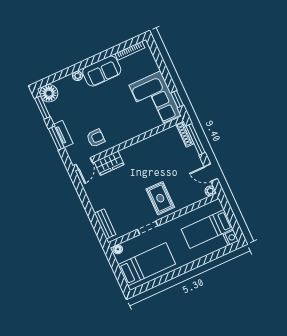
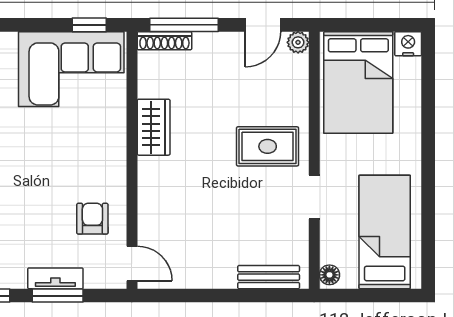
wardrobe: (109, 163) -> (154, 127), moved
bed: (207, 229) -> (358, 82), width x1.50

